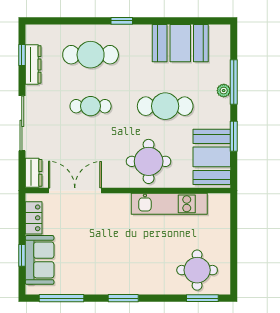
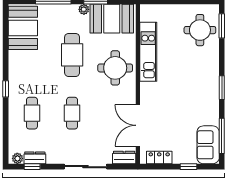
plant: (32, 36) -> (17, 158), added
booth: (180, 43) -> (23, 28), moved
cafe table: (91, 55) -> (32, 113), width x0.73, depth x0.74
dresser: (33, 64) -> (35, 158), width x0.70
plant: (224, 91) -> (84, 9), moved
sofa: (40, 260) -> (208, 145), moved, turned -90

